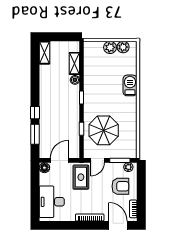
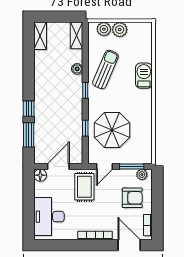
plant: (123, 47) -> (104, 29), moved
shelving: (74, 63) -> (77, 35), moved
sun lounger: (98, 80) -> (106, 70), added

